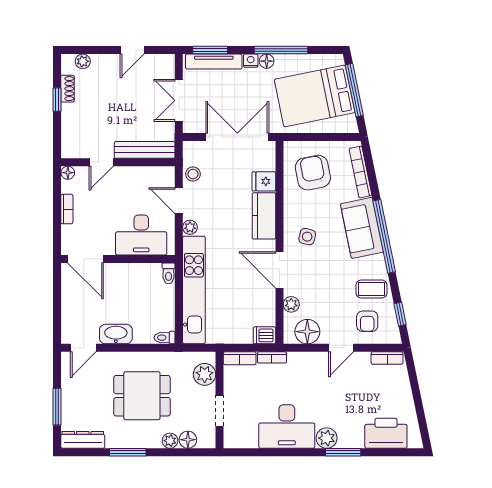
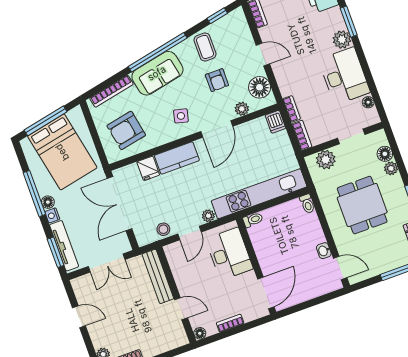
armchair: (367, 321) -> (217, 80), moved, turned 90
washbasin: (116, 334) -> (324, 251), width x0.52, depth x0.69
floor lamp: (249, 442) -> (368, 102), added

